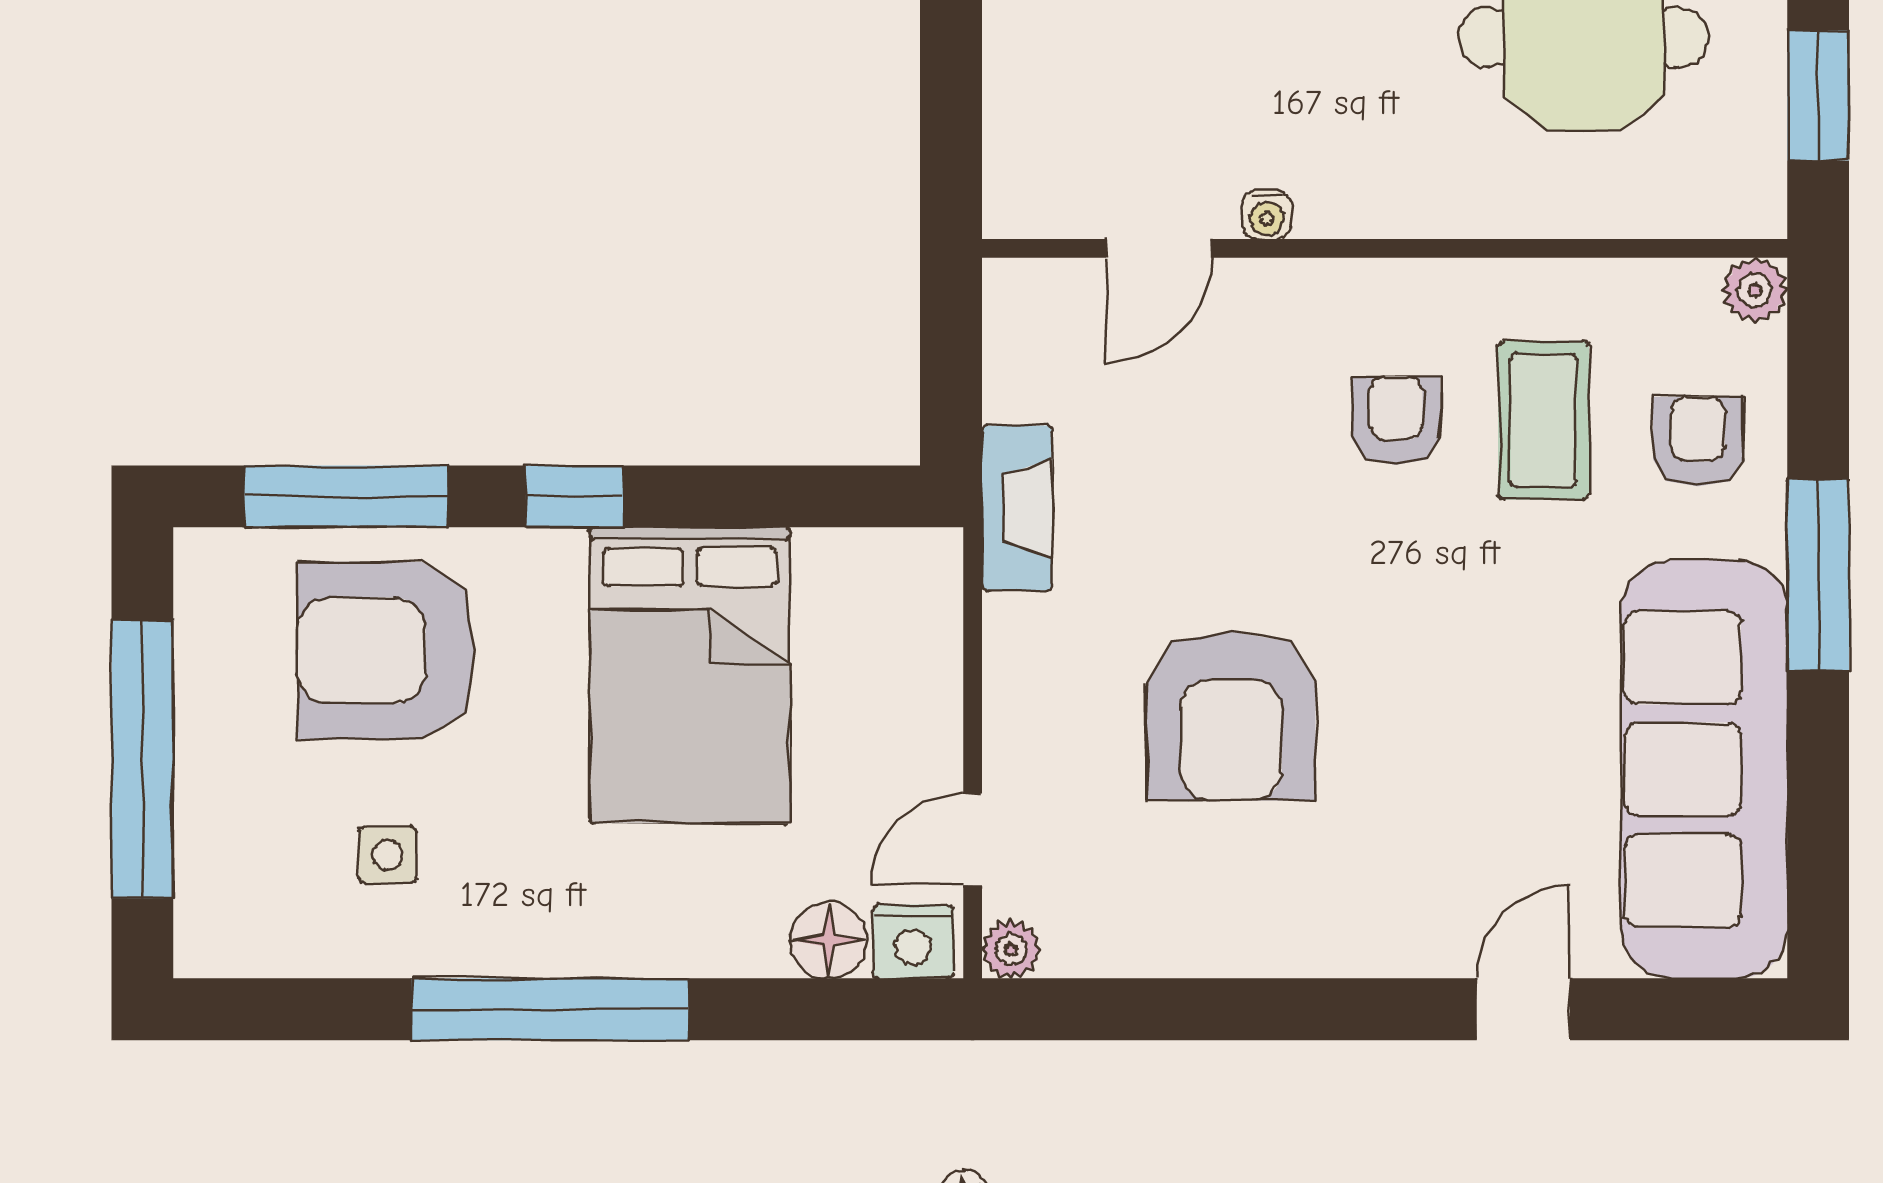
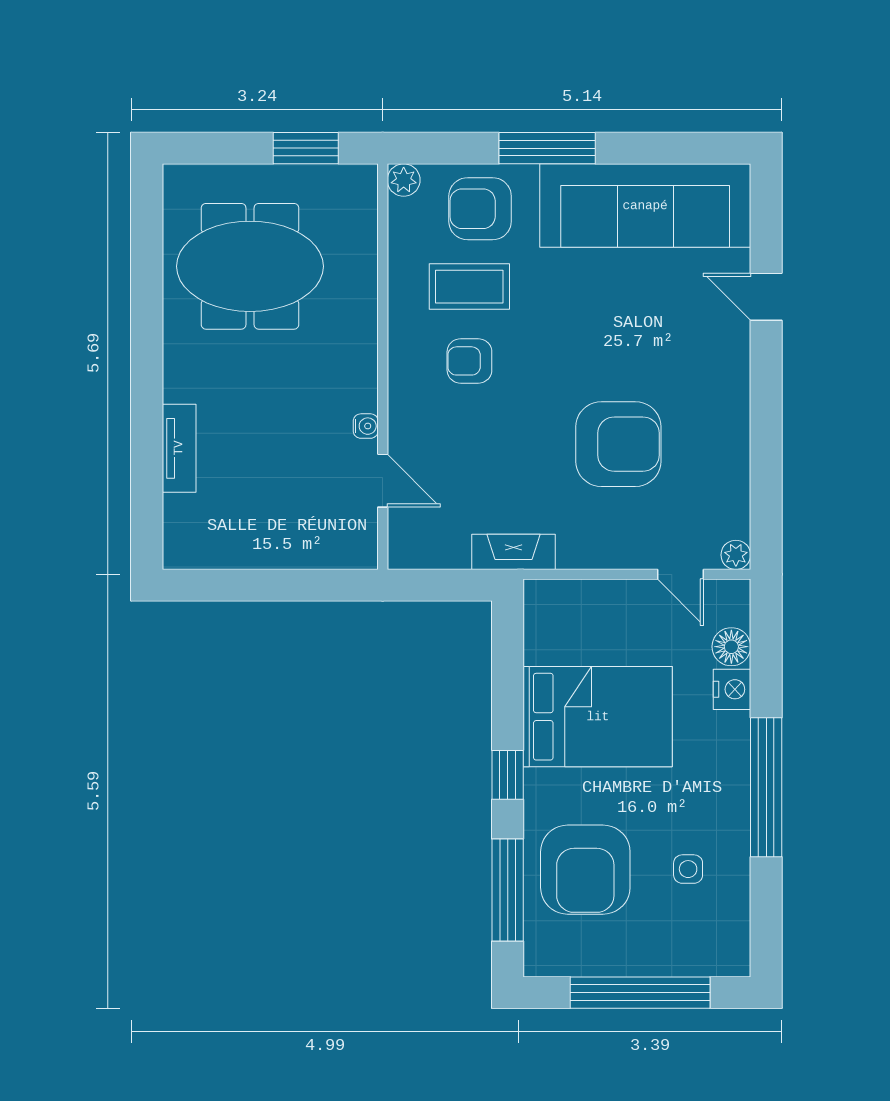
armchair: (1698, 442) -> (480, 209), width x1.38, depth x1.38
nightstand: (913, 941) -> (732, 689), moved

